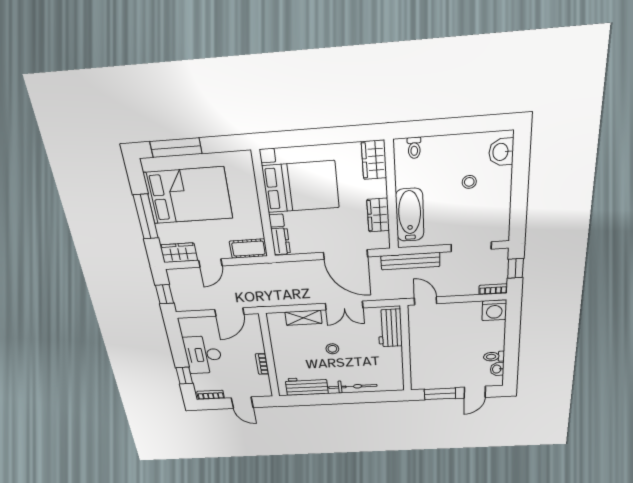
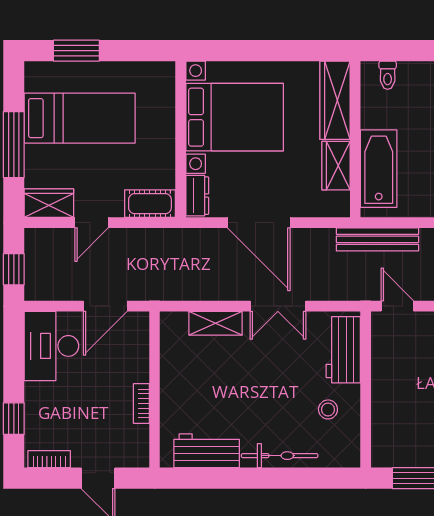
window: (176, 148) -> (76, 51), width x0.69
wardrobe: (374, 160) -> (335, 100), width x1.50
bed: (188, 195) -> (80, 118), width x0.67
door: (345, 255) -> (259, 223), moved
stool: (332, 349) -> (328, 409), moved
desk: (203, 355) -> (51, 346), moved

